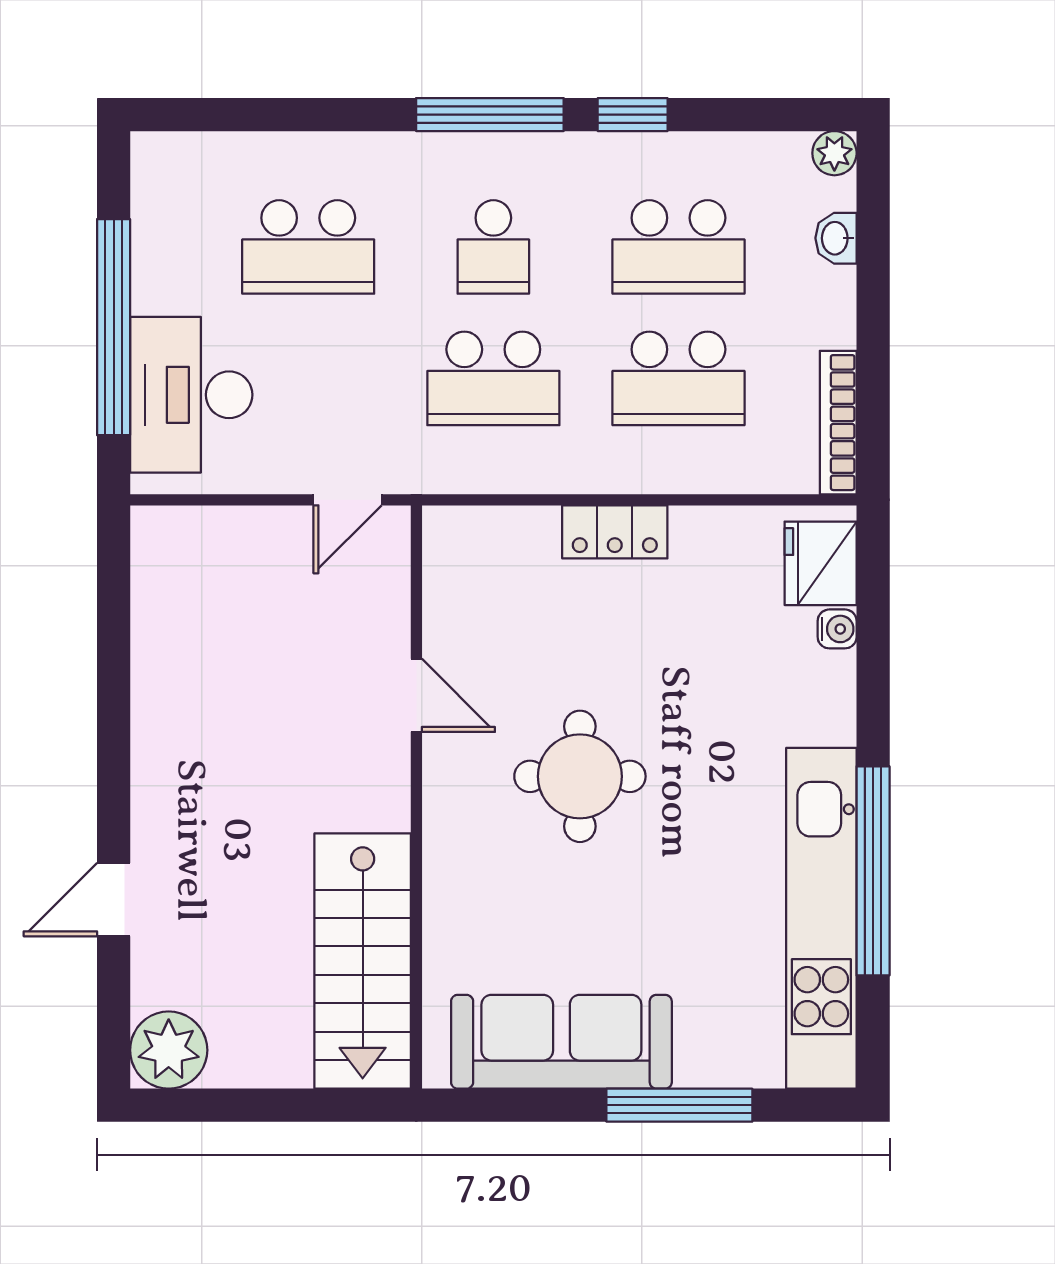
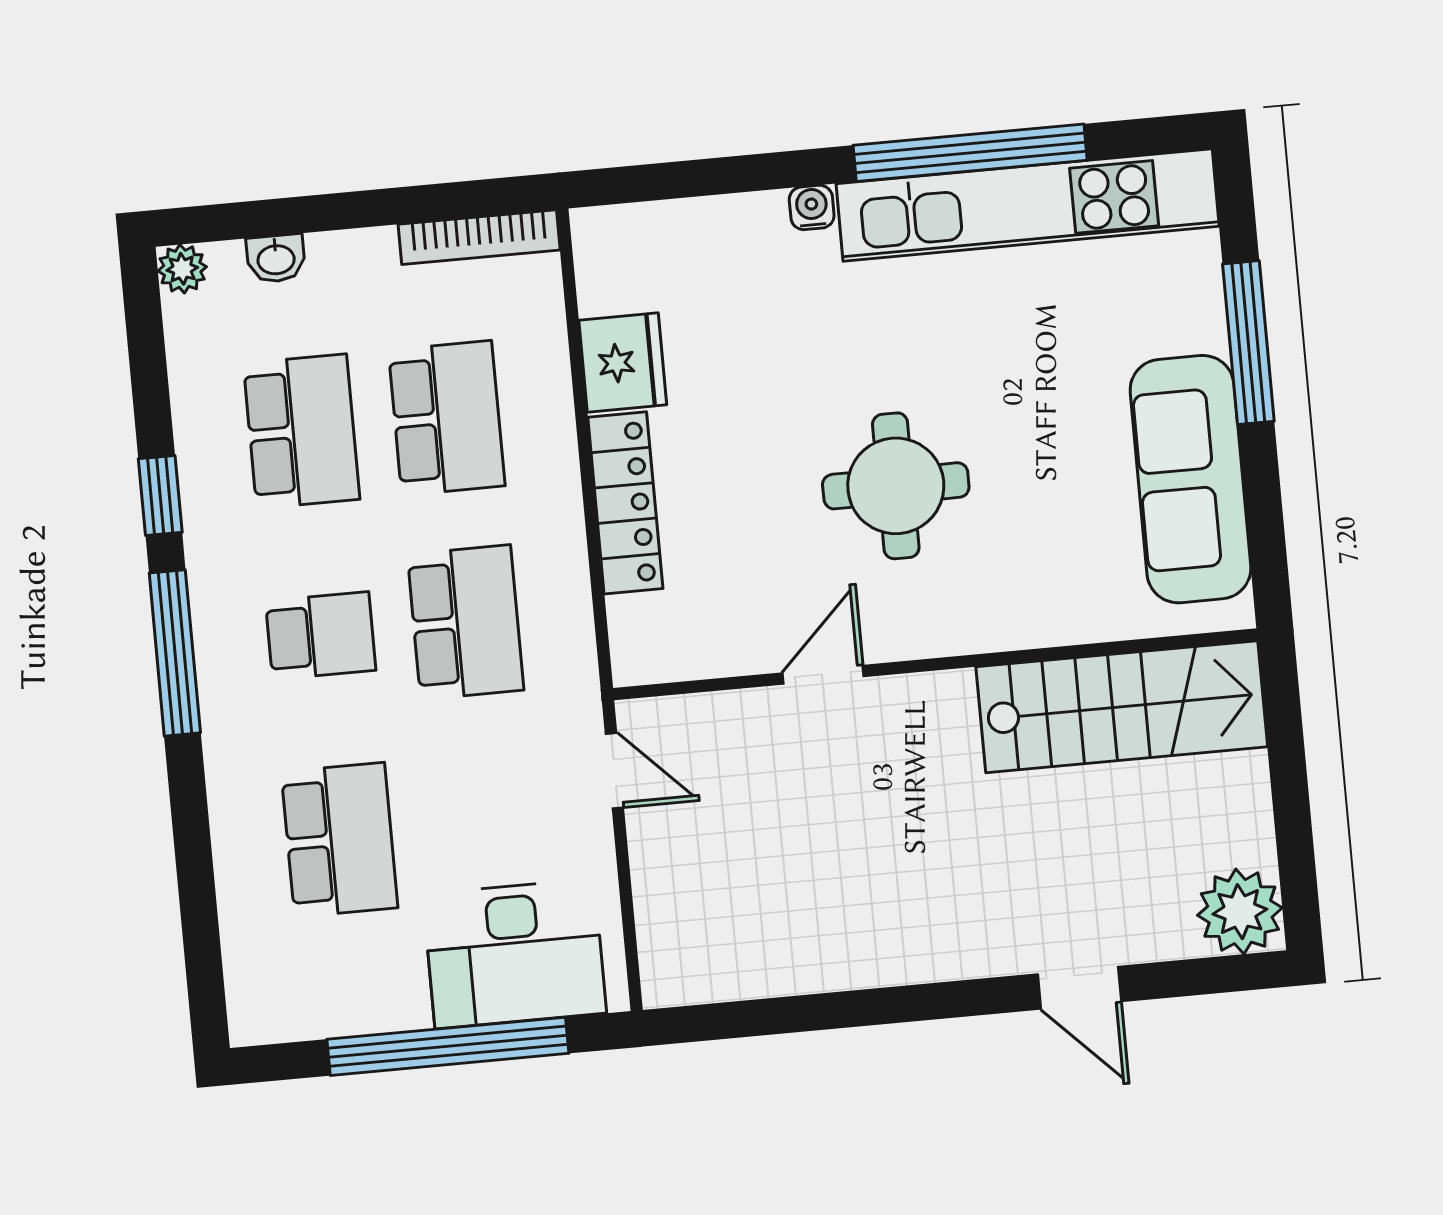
locker: (615, 532) -> (625, 503), width x1.53
fridge: (821, 563) -> (623, 362), moved, turned -90
water cooler: (837, 629) -> (812, 207), moved

